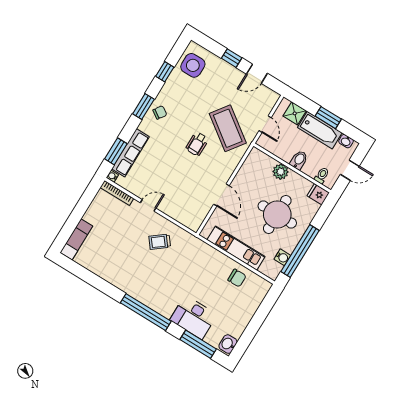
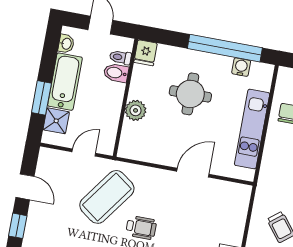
window: (328, 118) -> (41, 98), moved
bidet: (299, 160) -> (116, 73), moved
round table: (277, 214) -> (190, 94), width x0.73, depth x0.73

